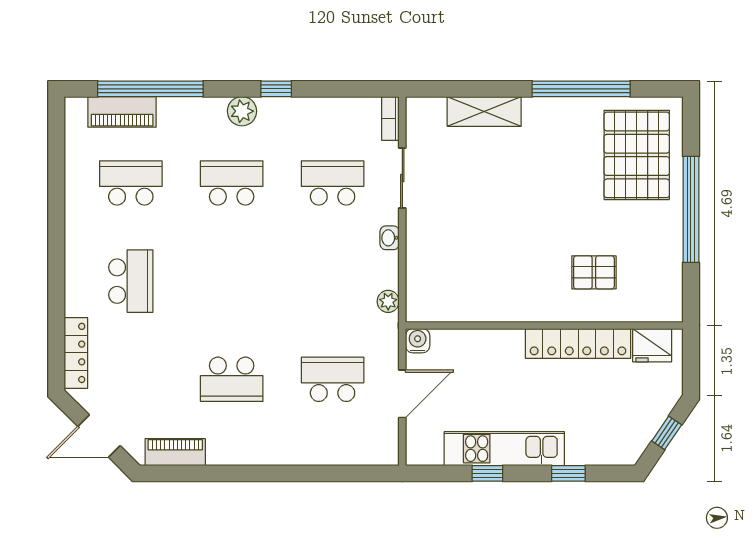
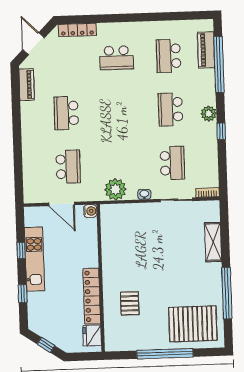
school desk: (131, 183) -> (169, 56), turned 180
school desk: (232, 183) -> (170, 109), turned 180
plant: (388, 301) -> (115, 189), width x1.88, depth x1.88

